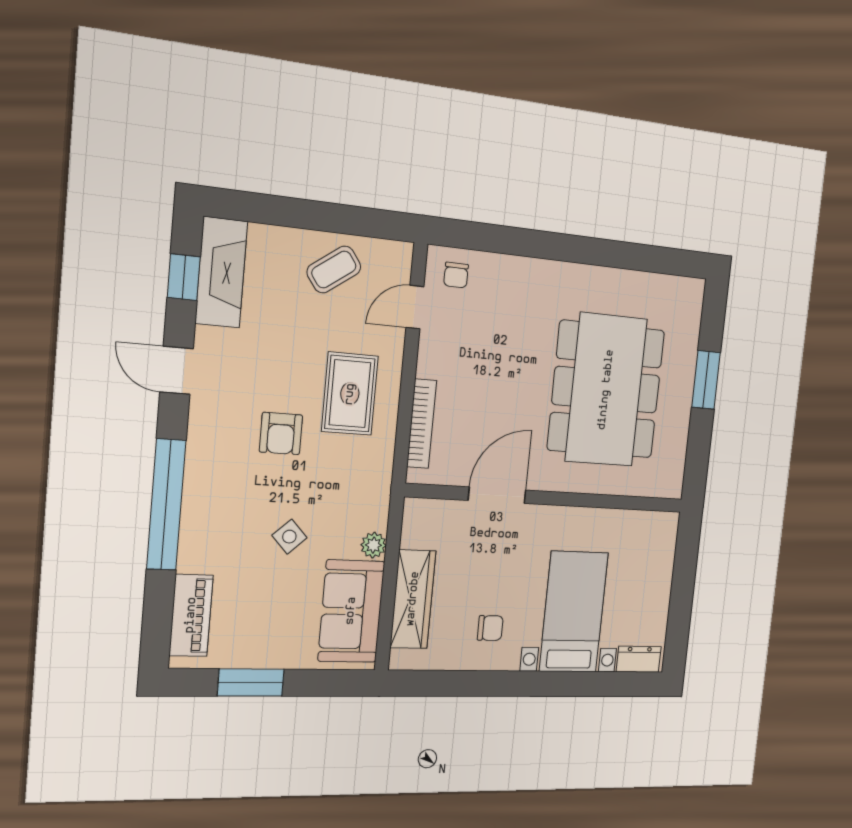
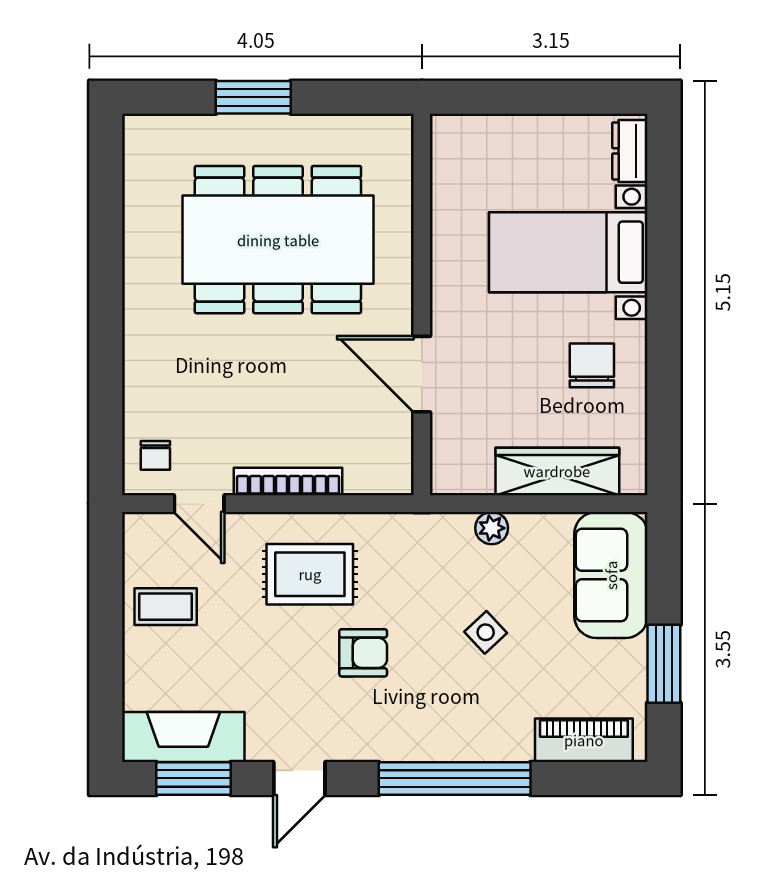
coffee table: (334, 269) -> (166, 607), turned -54
chair: (456, 275) -> (155, 455), turned 90
window: (184, 277) -> (193, 778), width x1.50
bookcase: (422, 424) -> (288, 481), moved
sofa: (351, 611) -> (611, 575), moved, turned 90
chair: (490, 628) -> (592, 365), width x1.37, depth x1.37

